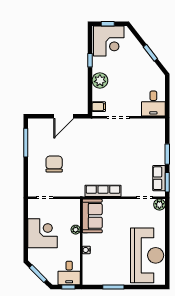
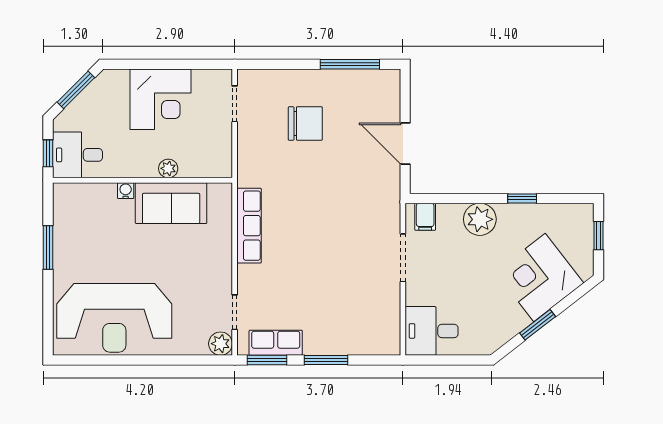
corner desk: (109, 41) -> (540, 277), moved, turned 52
sofa: (92, 216) -> (171, 203), moved

